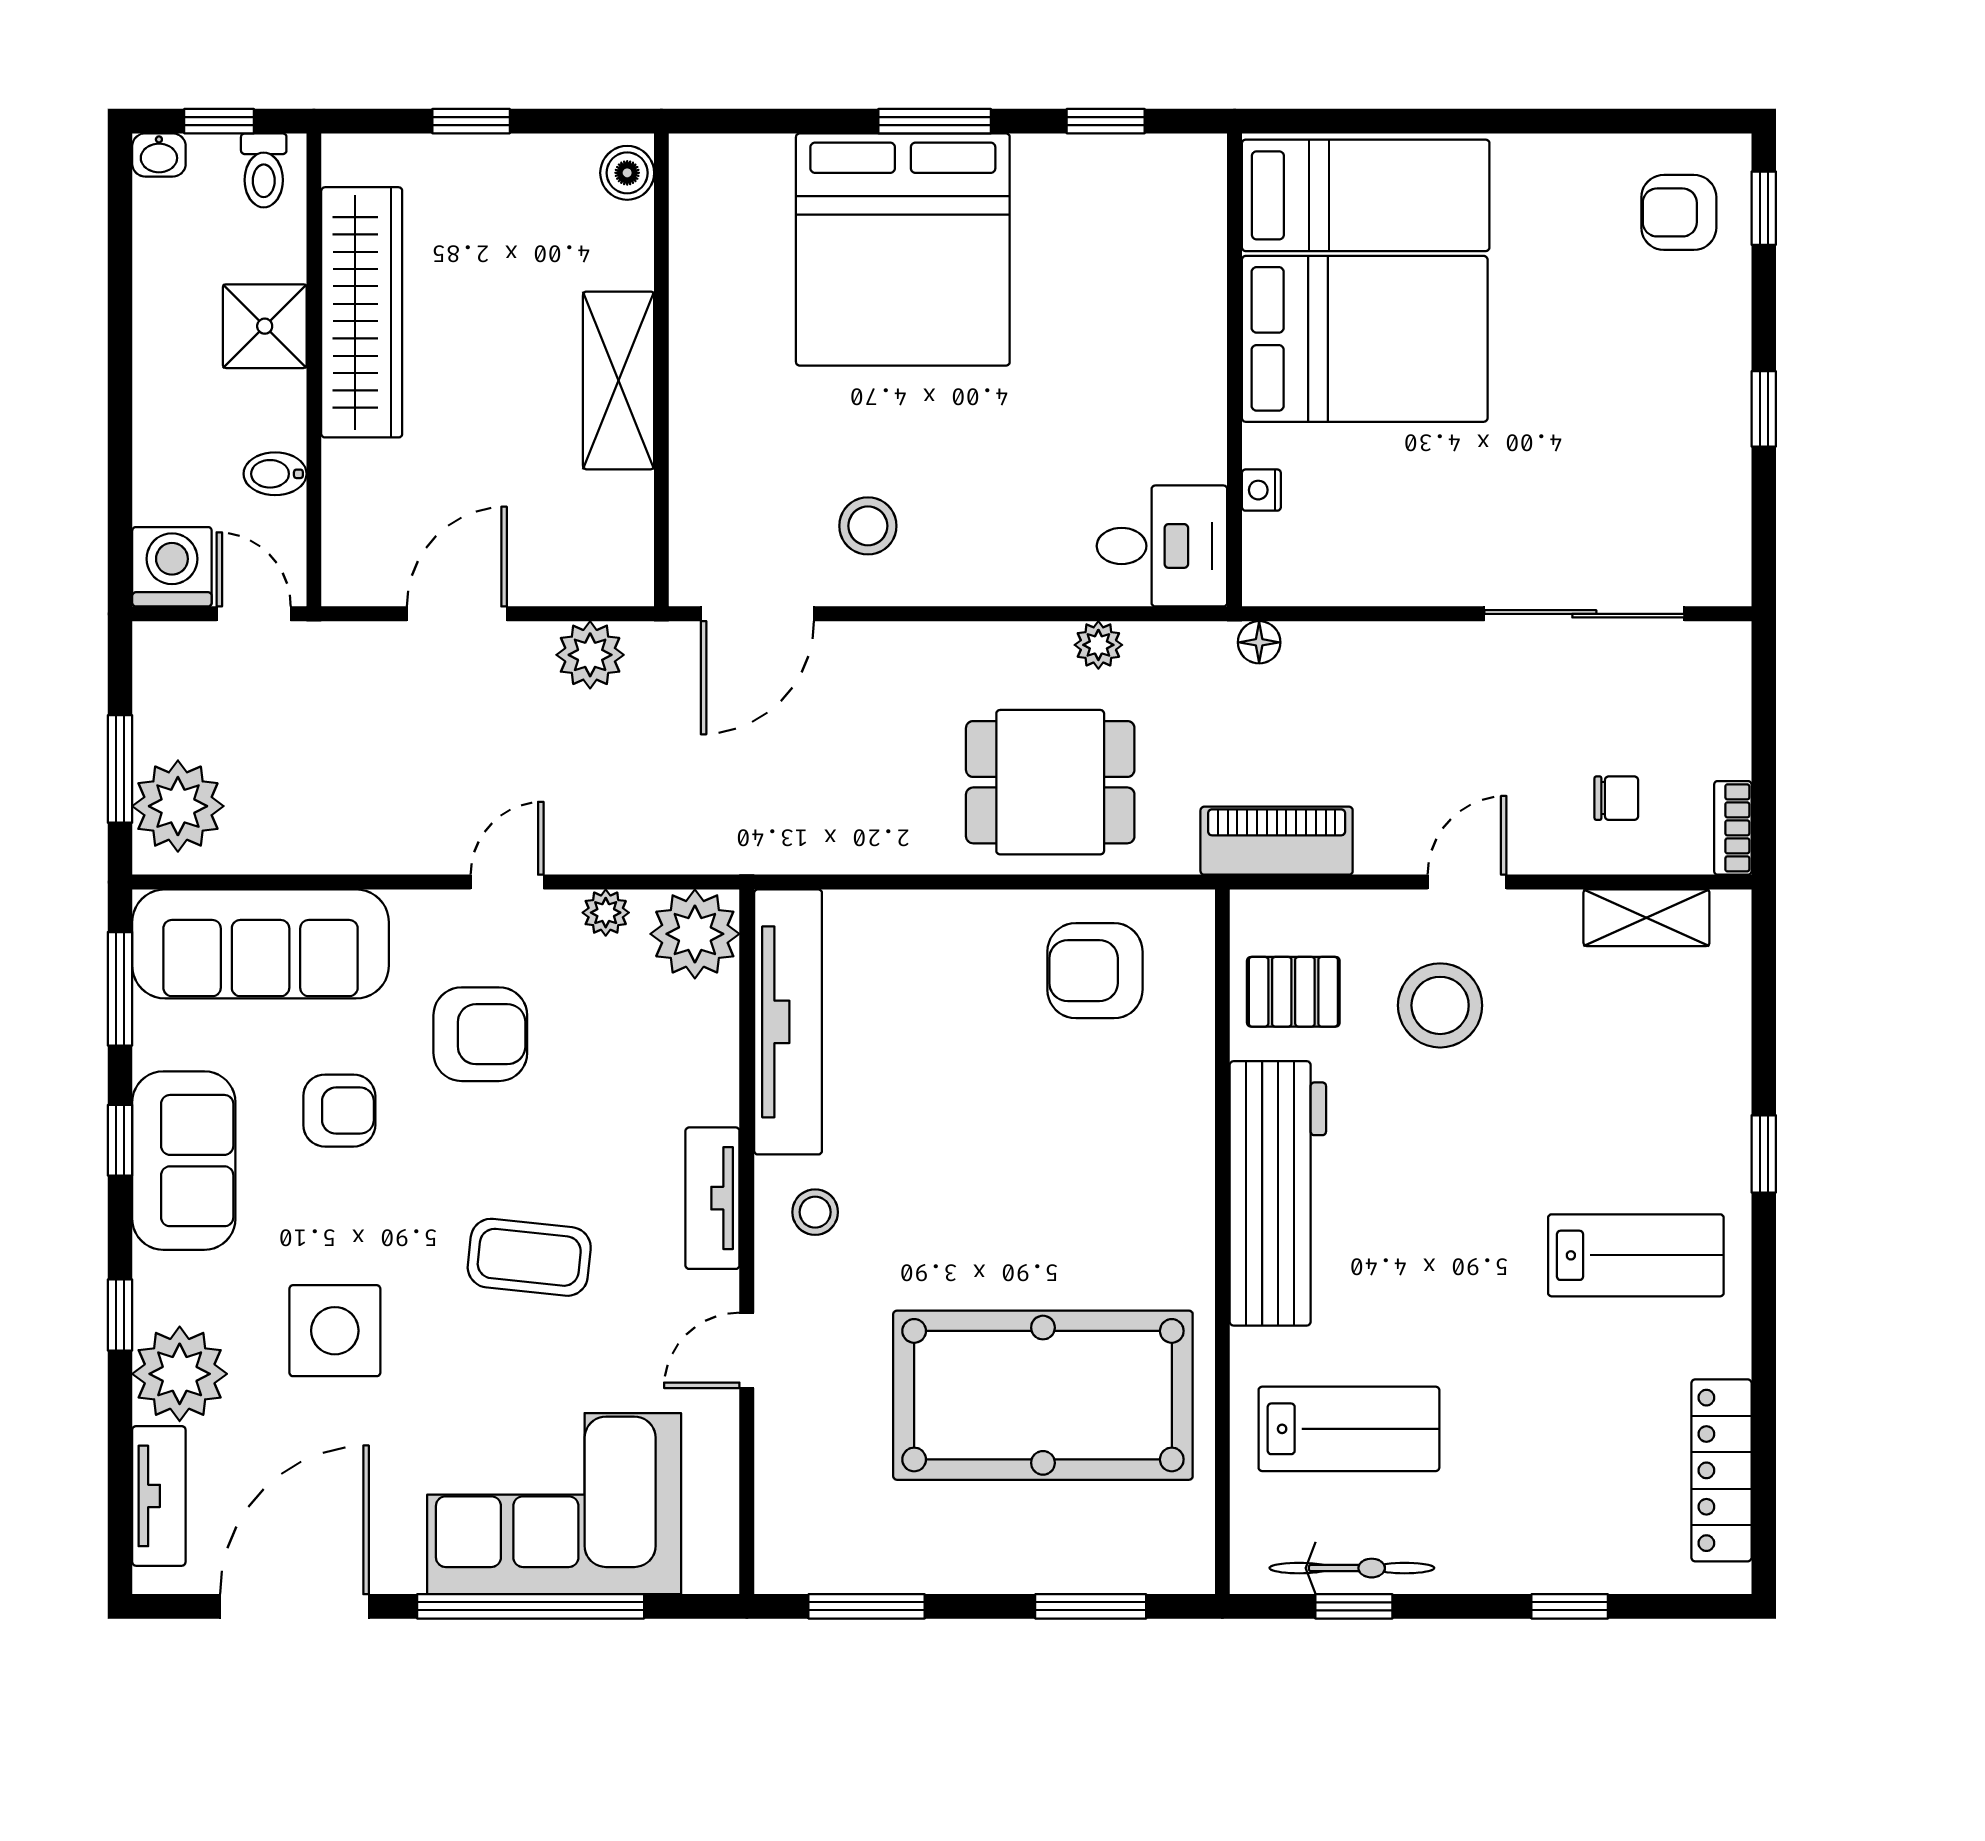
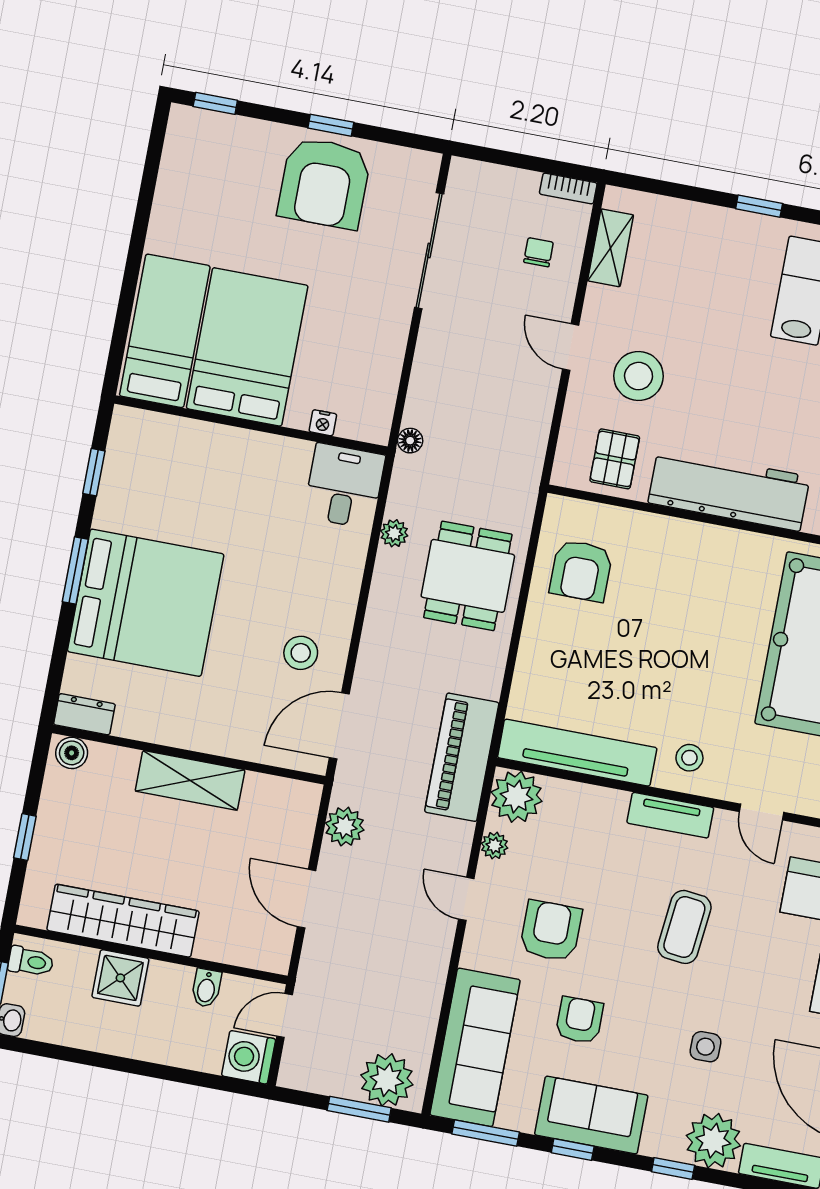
dresser: (696, 182) -> (84, 714), added
armchair: (1679, 212) -> (324, 183), moved, width x1.88, depth x1.88
door: (757, 614) -> (339, 726), swing flipped
piano: (1277, 841) -> (462, 757), moved, width x1.37, depth x1.33
side table: (335, 1331) -> (705, 1047), width x0.54, depth x0.54

